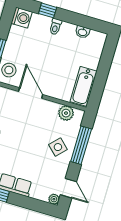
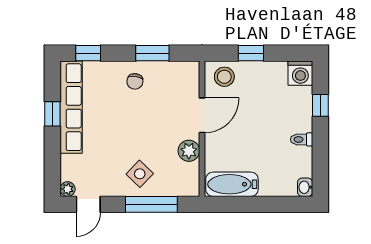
toilet: (55, 27) -> (302, 139), moved
washbasin: (82, 32) -> (305, 187), moved
plant: (66, 113) -> (189, 151), moved

